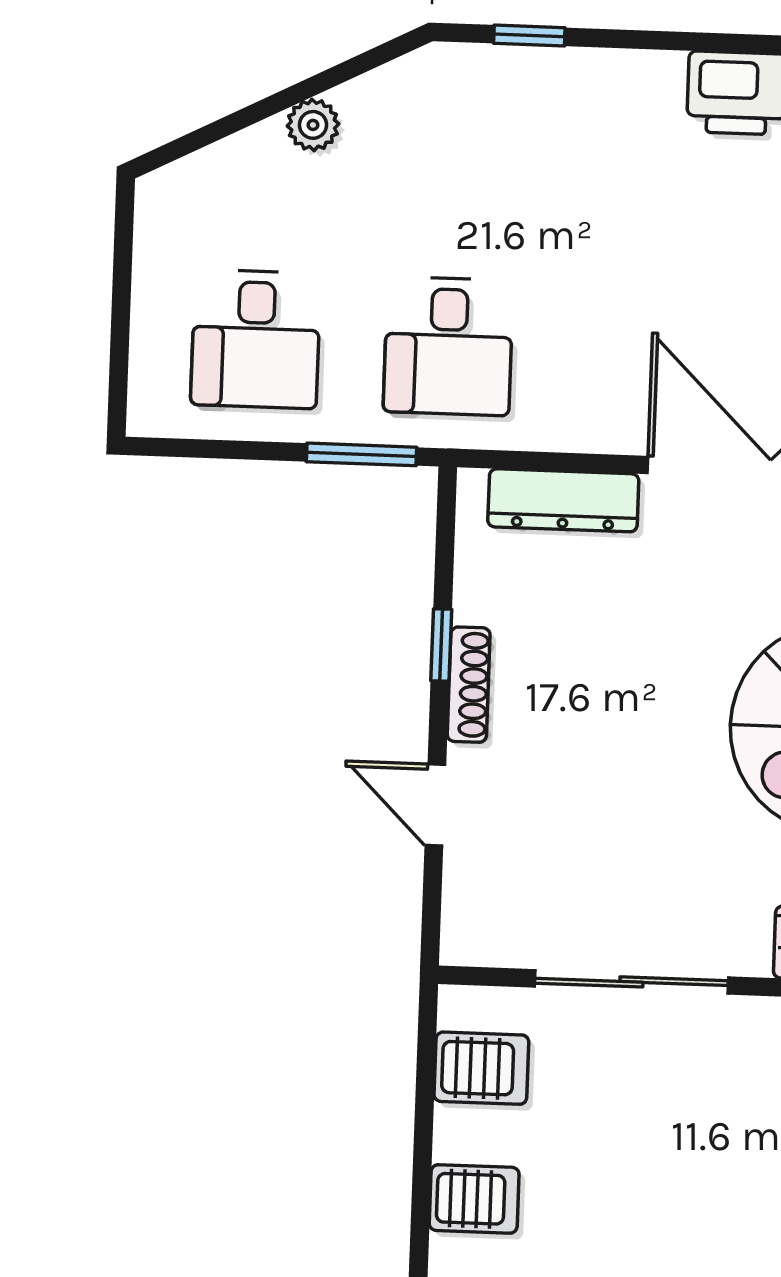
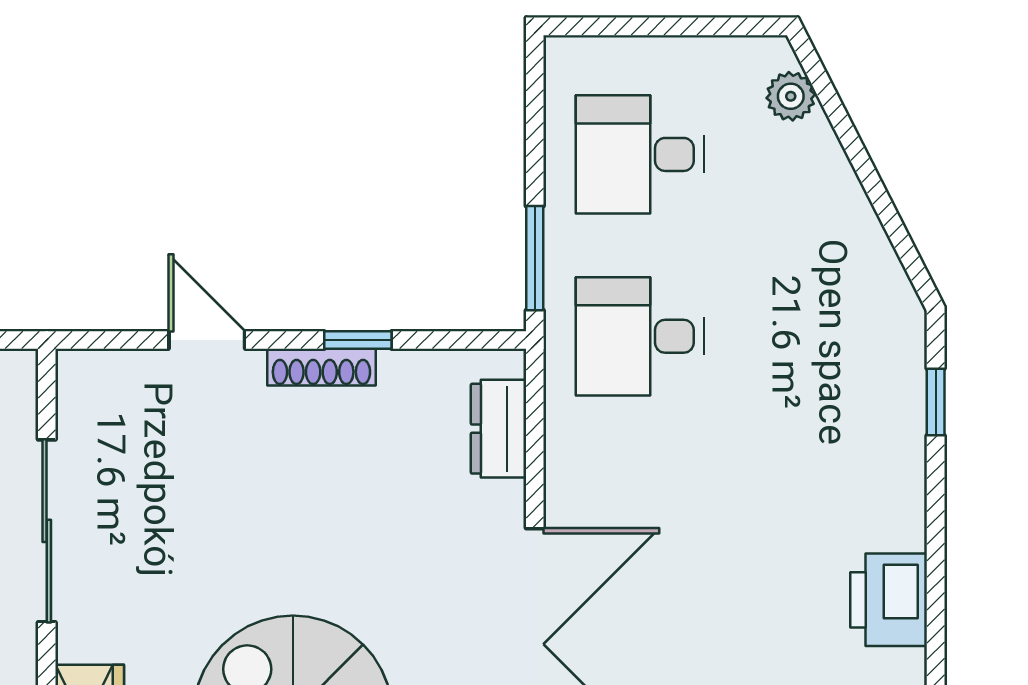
plant: (313, 125) -> (791, 96), moved
dresser: (563, 500) -> (498, 429), width x0.70
door: (435, 805) -> (207, 340), hinge flipped

